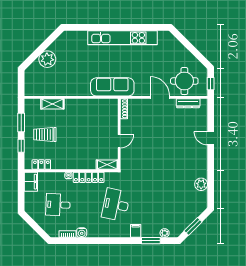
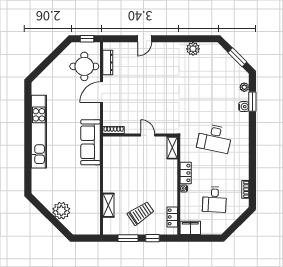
trolley: (45, 135) -> (141, 213), turned -124
locker: (89, 177) -> (186, 173), width x0.66
filing cabinet: (136, 231) -> (242, 118), removed
water cooler: (82, 233) -> (244, 107), moved

